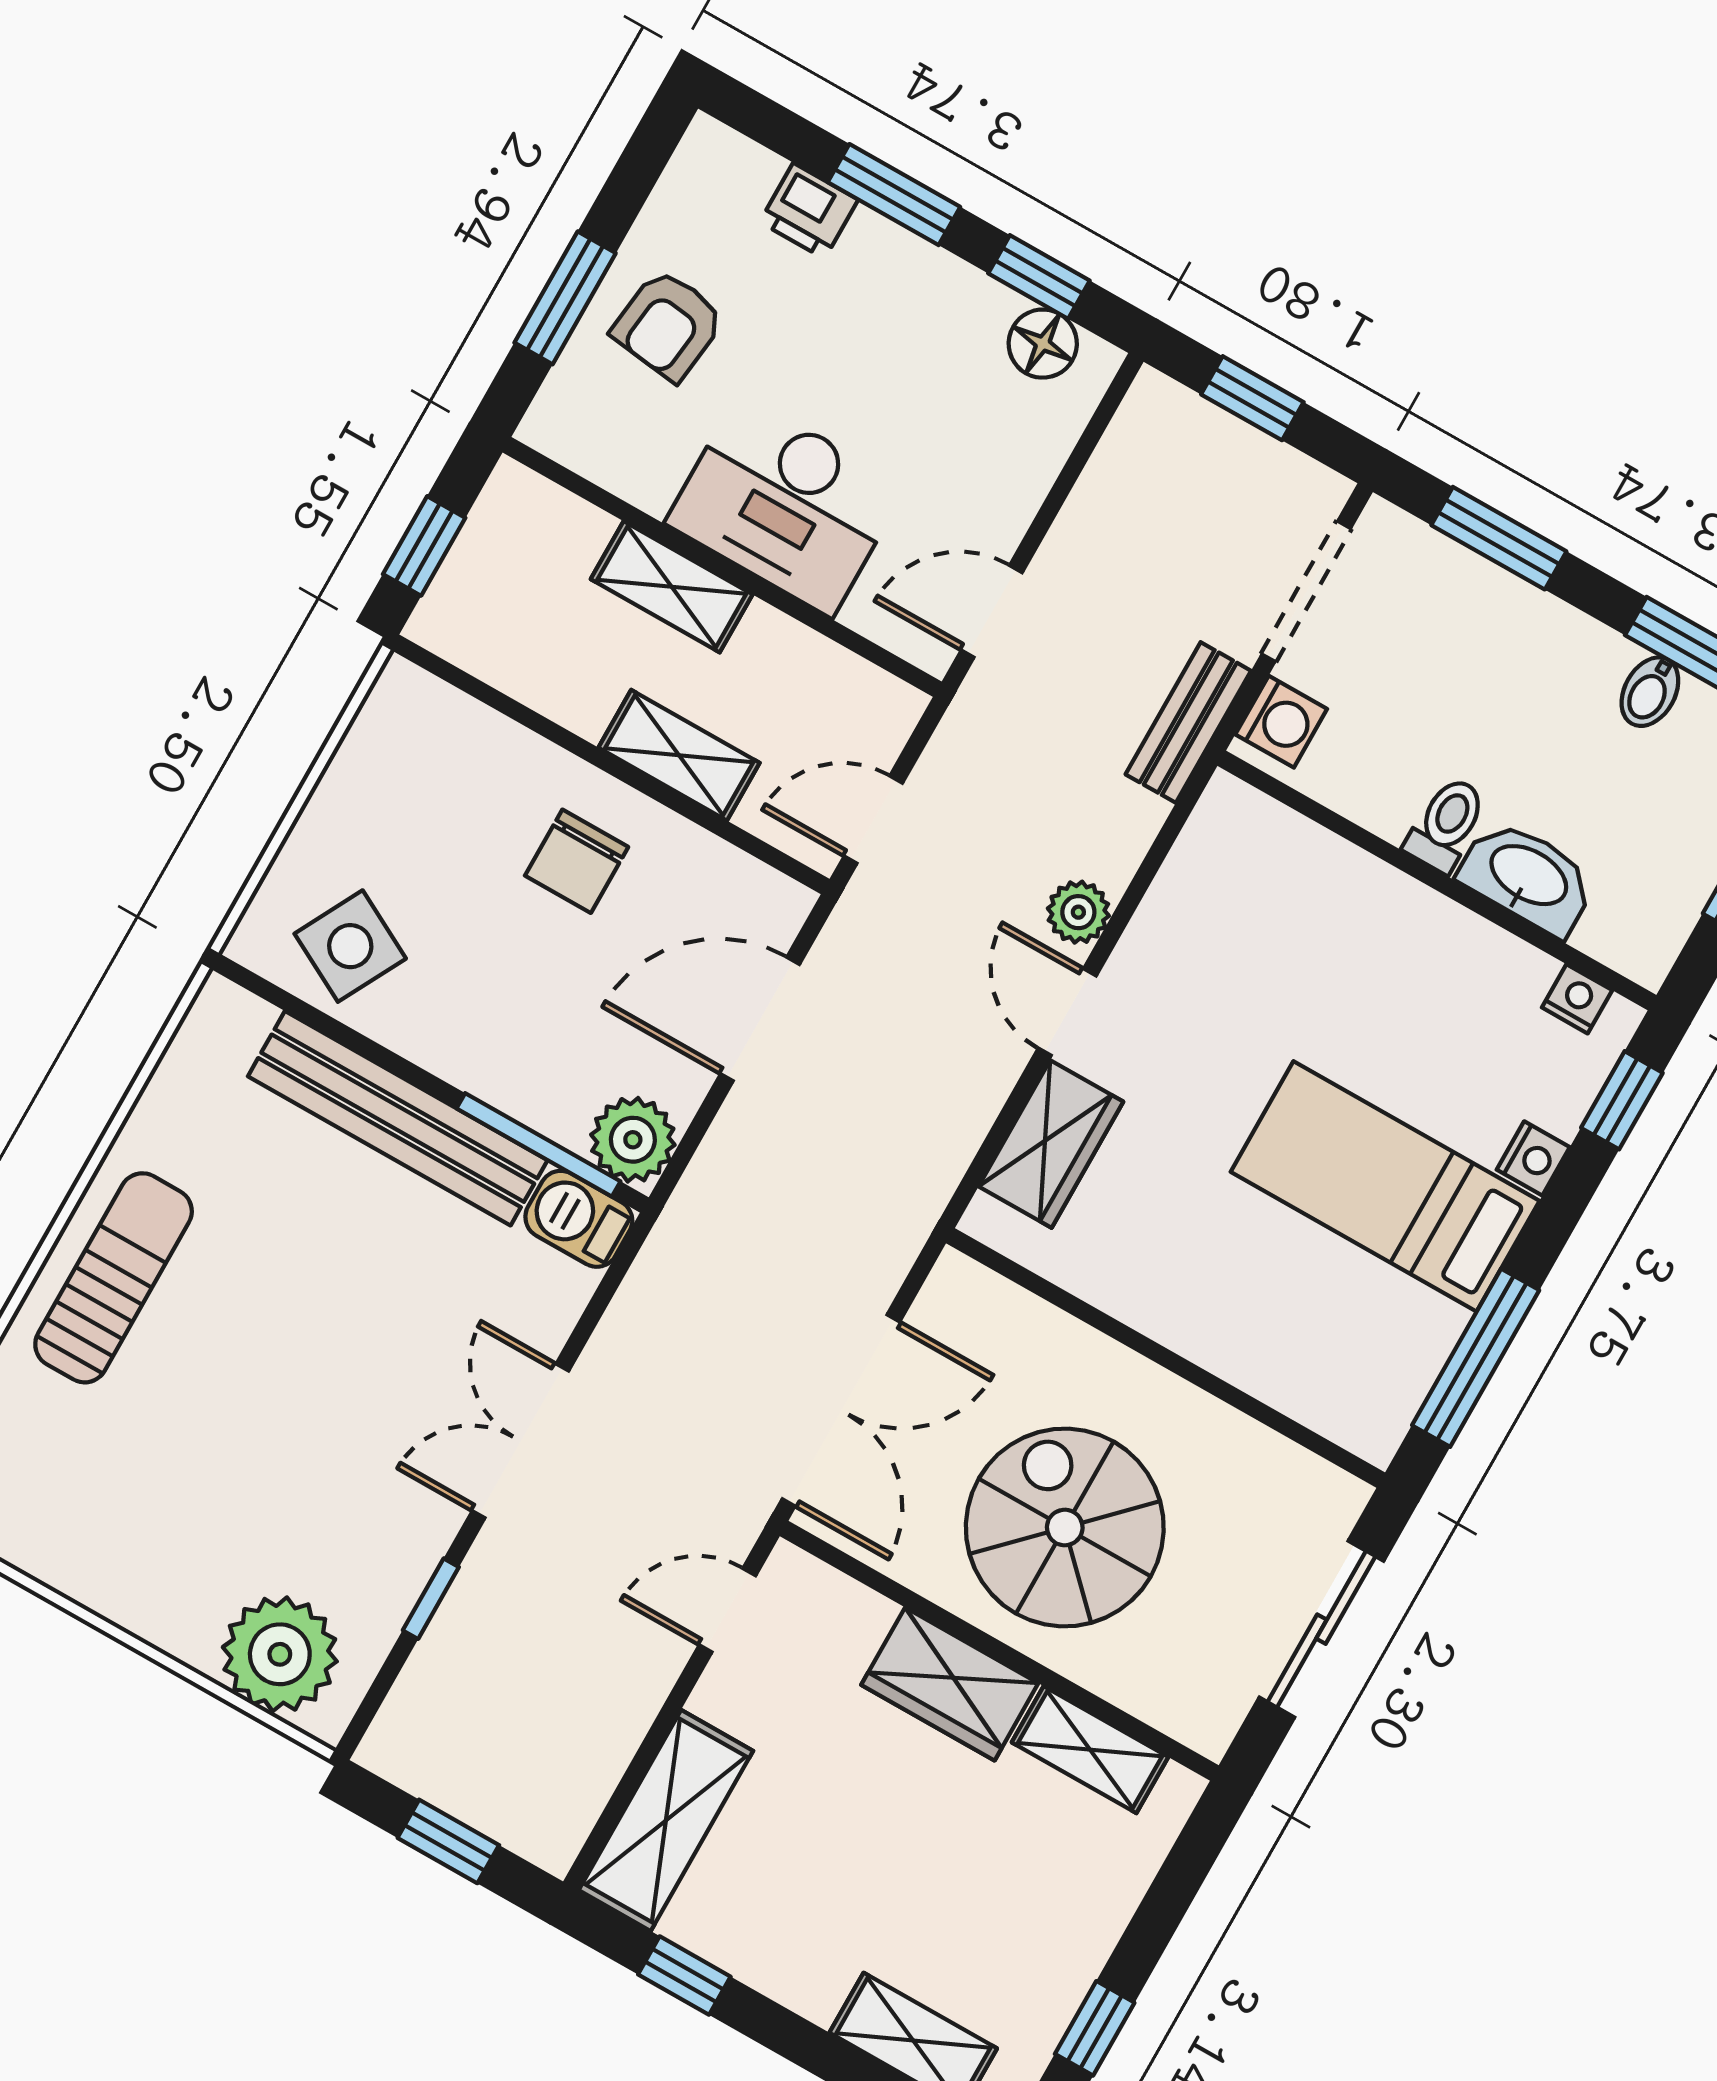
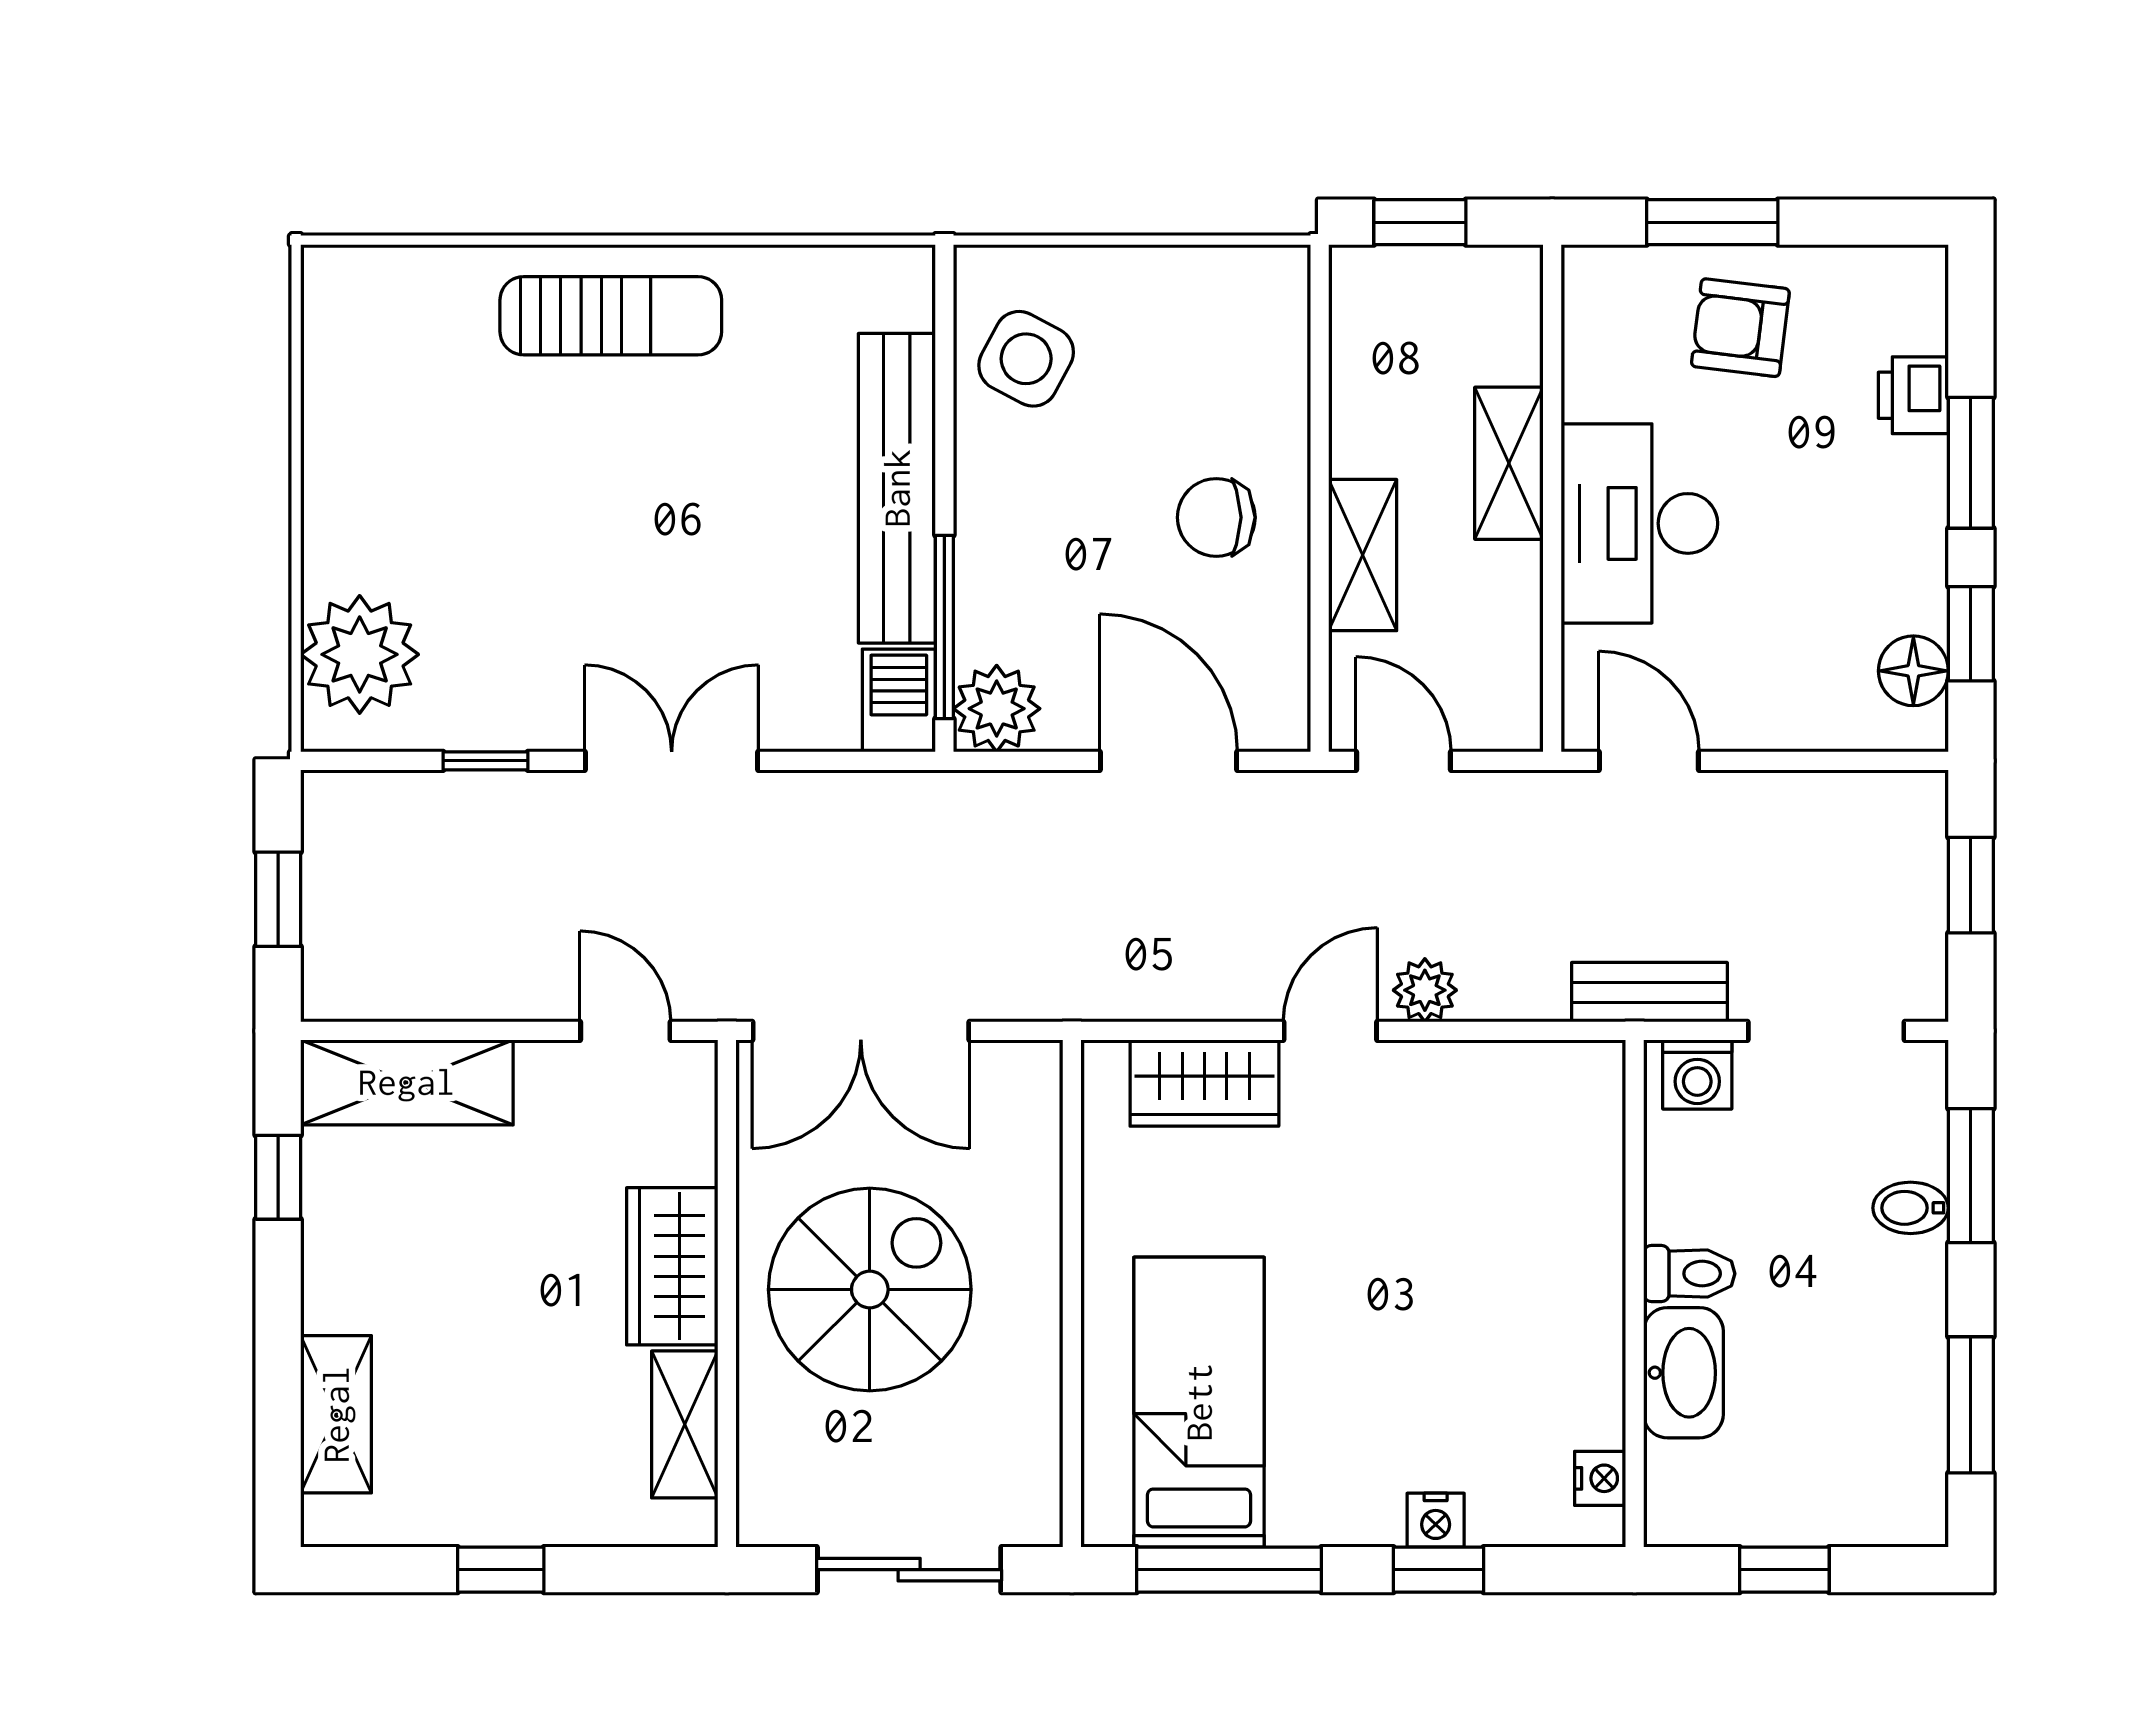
bidet: (1650, 692) -> (1911, 1208), moved
window: (1622, 1100) -> (1439, 1570), moved
bed: (1385, 1186) -> (1199, 1402), moved
window: (1095, 2028) -> (501, 1570), moved

